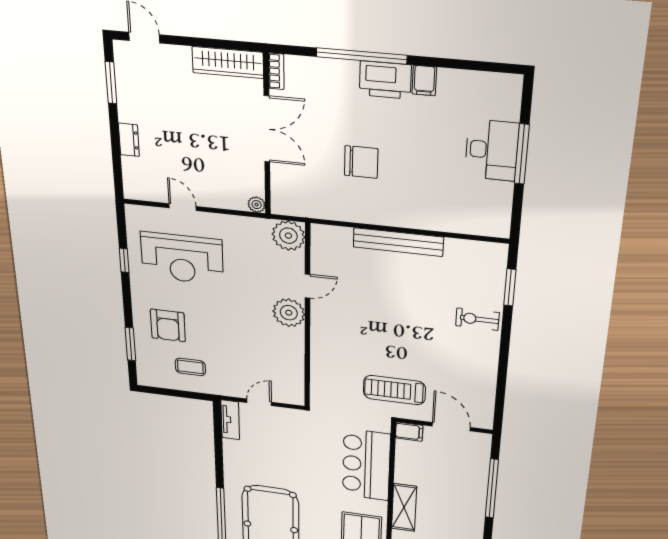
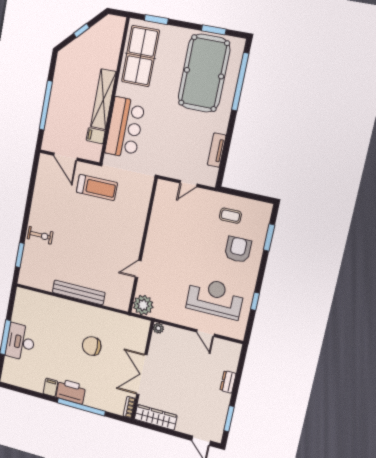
plant: (289, 313) -> (154, 251), removed
tv unit: (230, 420) -> (217, 150), moved
filing cabinet: (409, 432) -> (96, 136), moved
shelving: (404, 507) -> (103, 99), width x1.47

